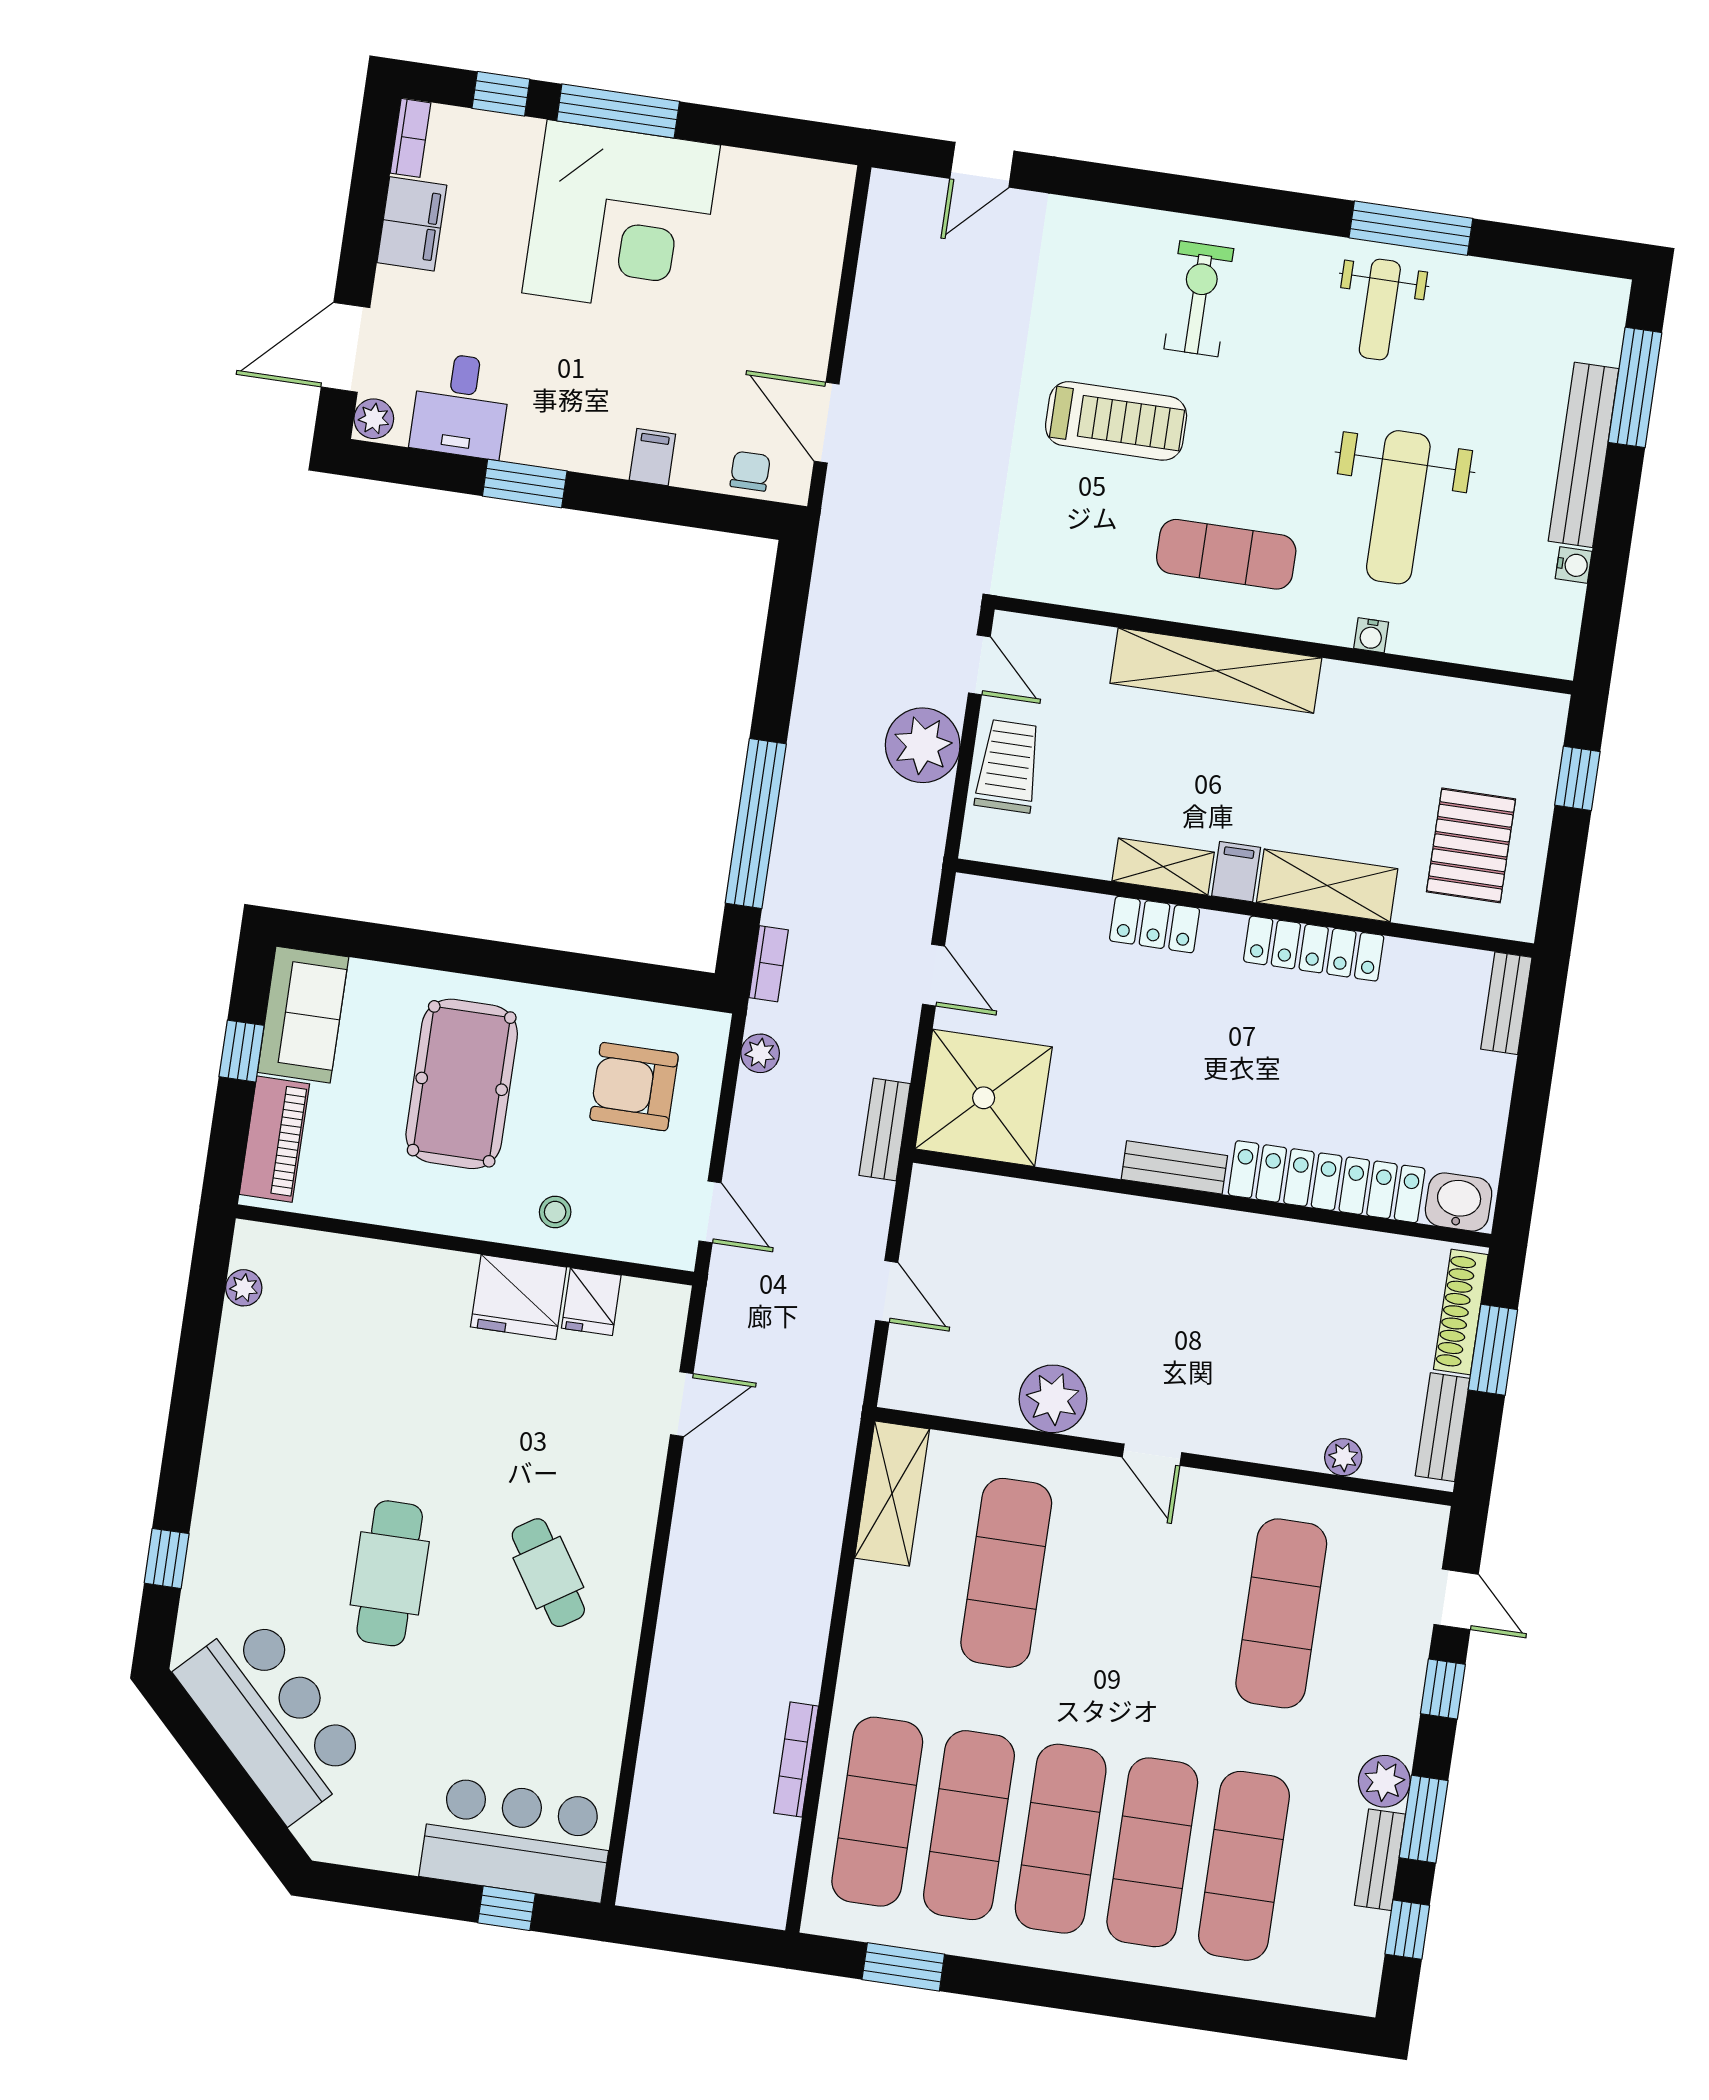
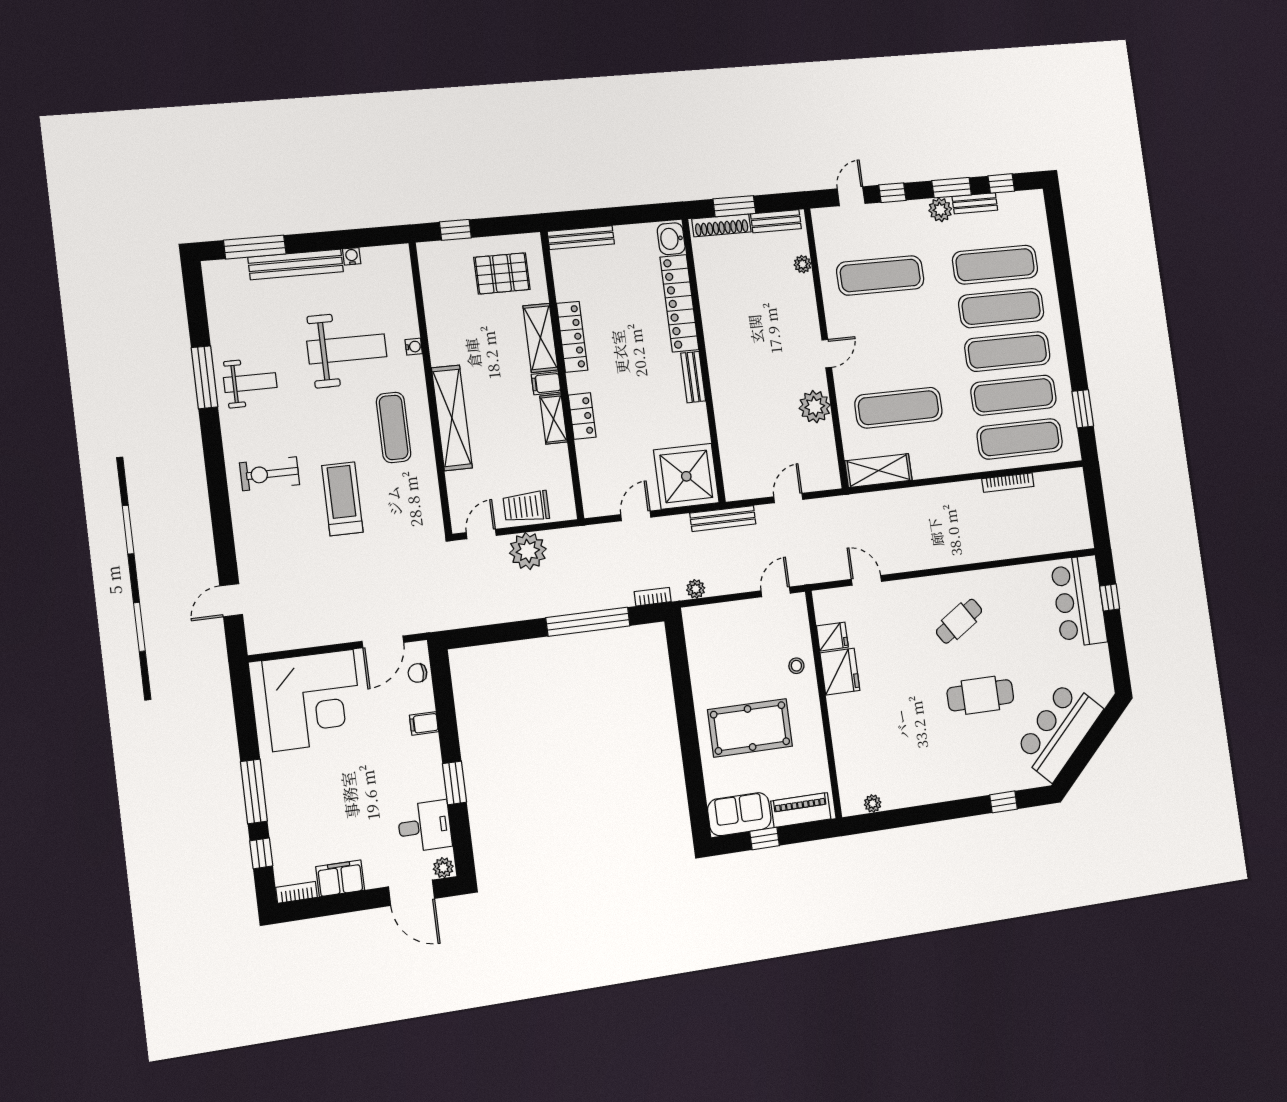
door: (982, 165) -> (231, 600), swing flipped
corner desk: (621, 219) -> (313, 700), moved, turned 90
bench: (1506, 1003) -> (581, 238), width x1.36
armchair: (634, 1087) -> (728, 645), removed
bench: (885, 1130) -> (723, 518), width x1.36

